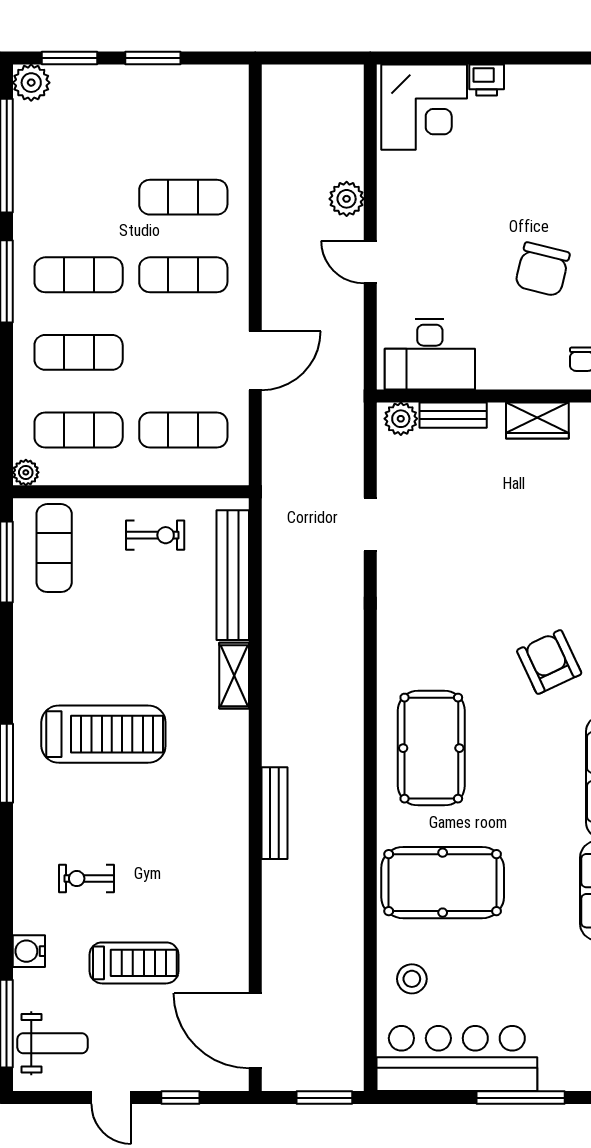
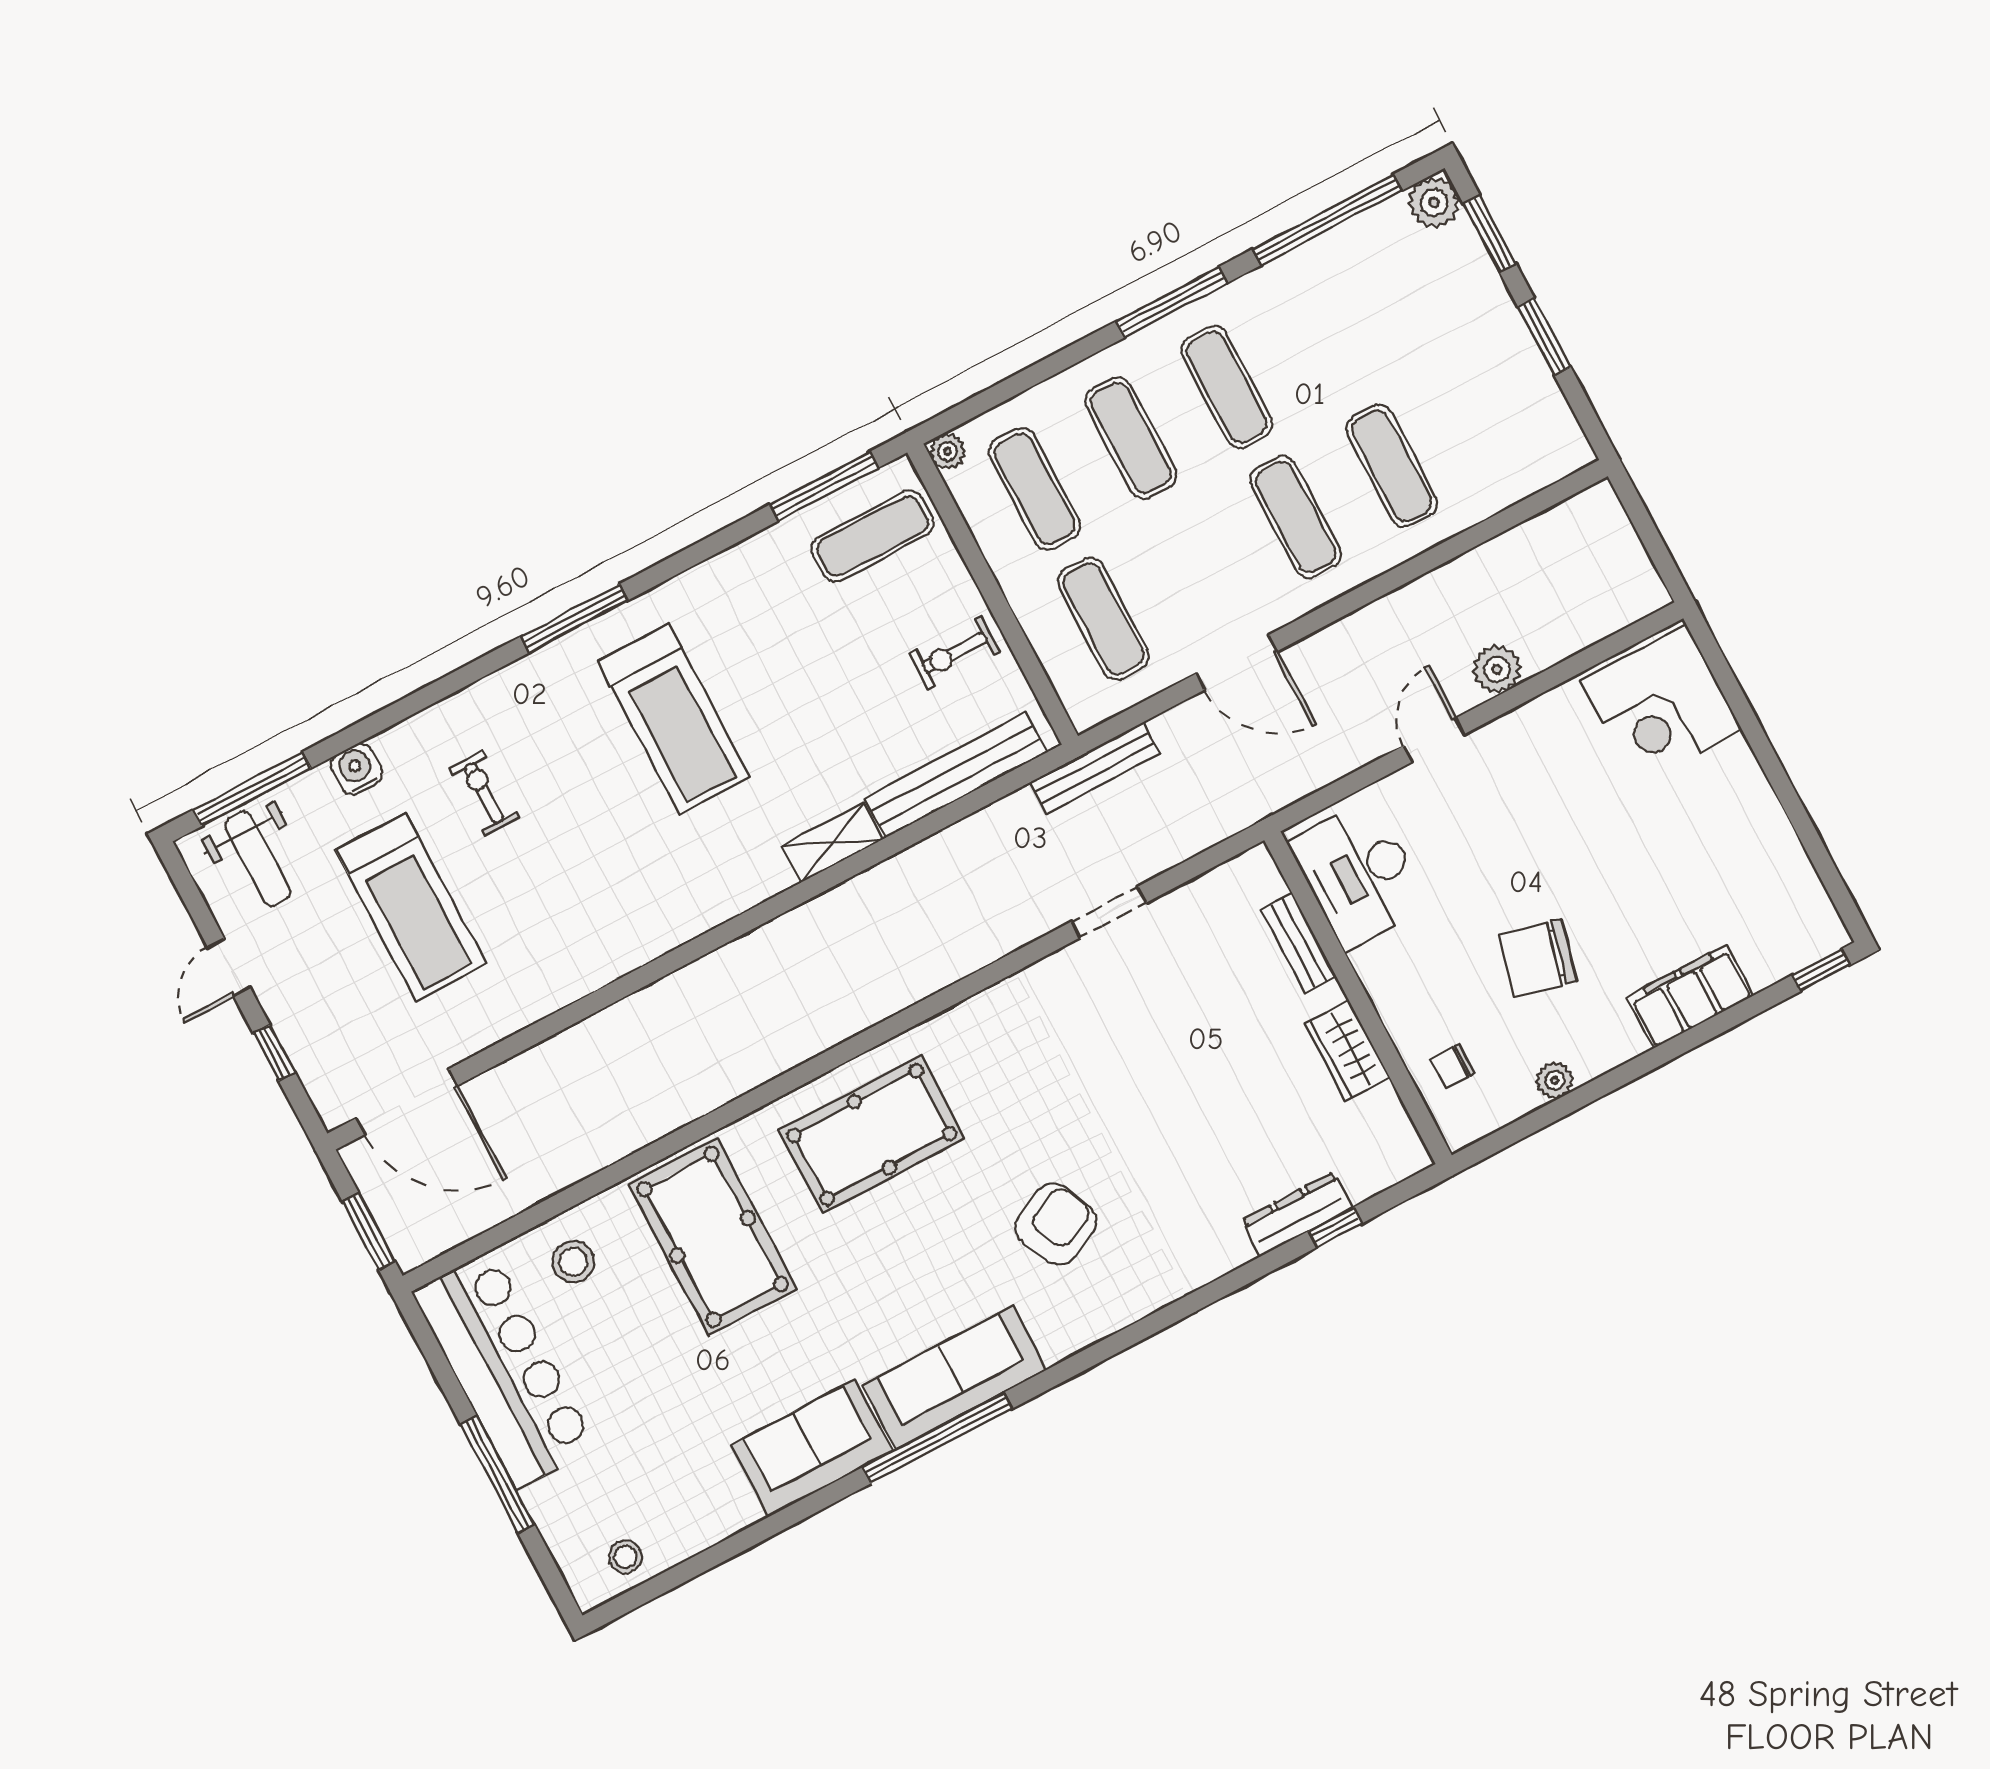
printer: (487, 80) -> (1736, 765), removed
plant: (401, 419) -> (1260, 881), removed
exercise bike: (155, 535) -> (955, 653), turned 90
bench: (275, 813) -> (1095, 768), moved
treadmill: (134, 963) -> (411, 907), width x1.37, depth x1.38
door: (255, 1031) -> (406, 1102), swing flipped

